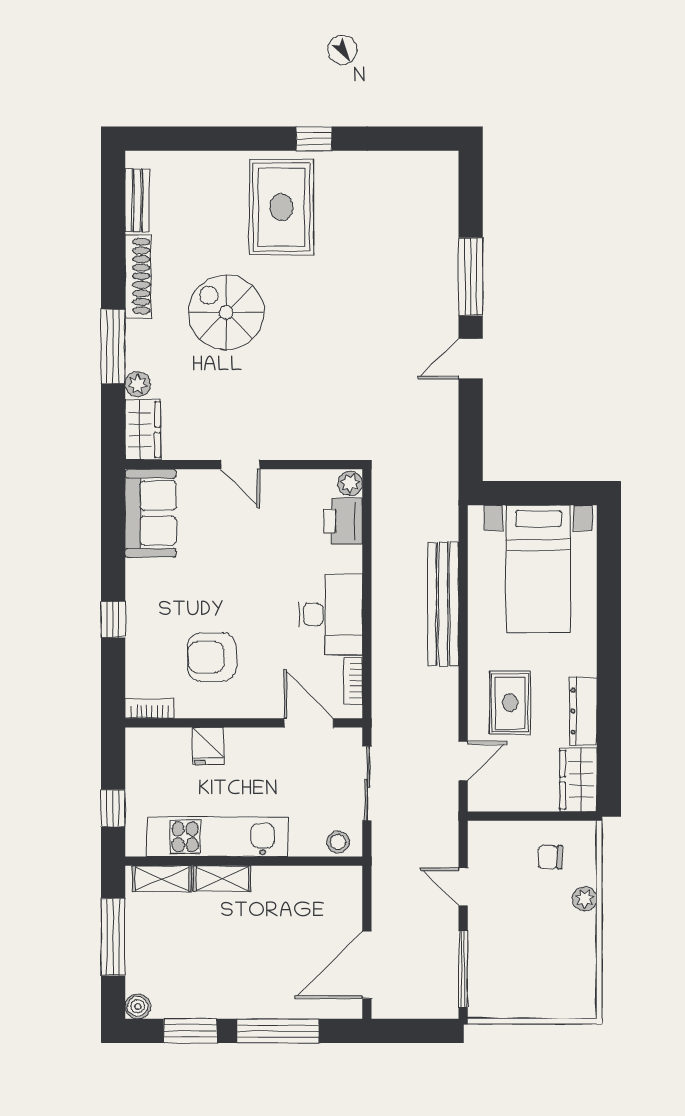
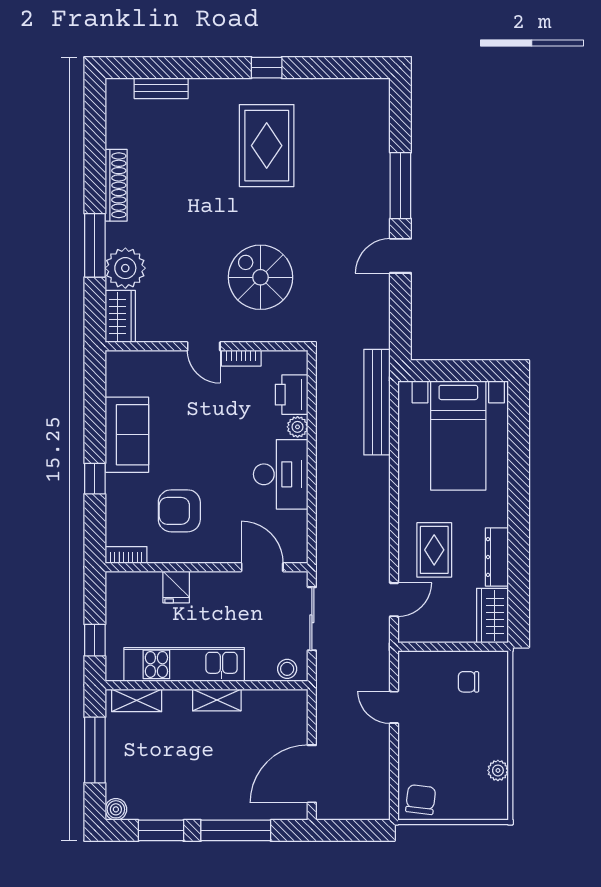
bench: (137, 200) -> (161, 88), moved, turned 90
rug: (281, 207) -> (267, 146), moved
spiral stairs: (226, 312) -> (260, 277), moved
plant: (138, 384) -> (125, 268), width x1.87, depth x1.87
plant: (350, 483) -> (298, 427), moved
sofa: (151, 513) -> (127, 435), moved
bench: (443, 604) -> (377, 402), moved
bookcase: (353, 681) -> (241, 358), moved, turned -90
shelving: (222, 878) -> (217, 700), moved
plant: (585, 899) -> (498, 770), moved
window: (463, 969) -> (394, 777), removed
chair: (494, 995) -> (421, 800), added

